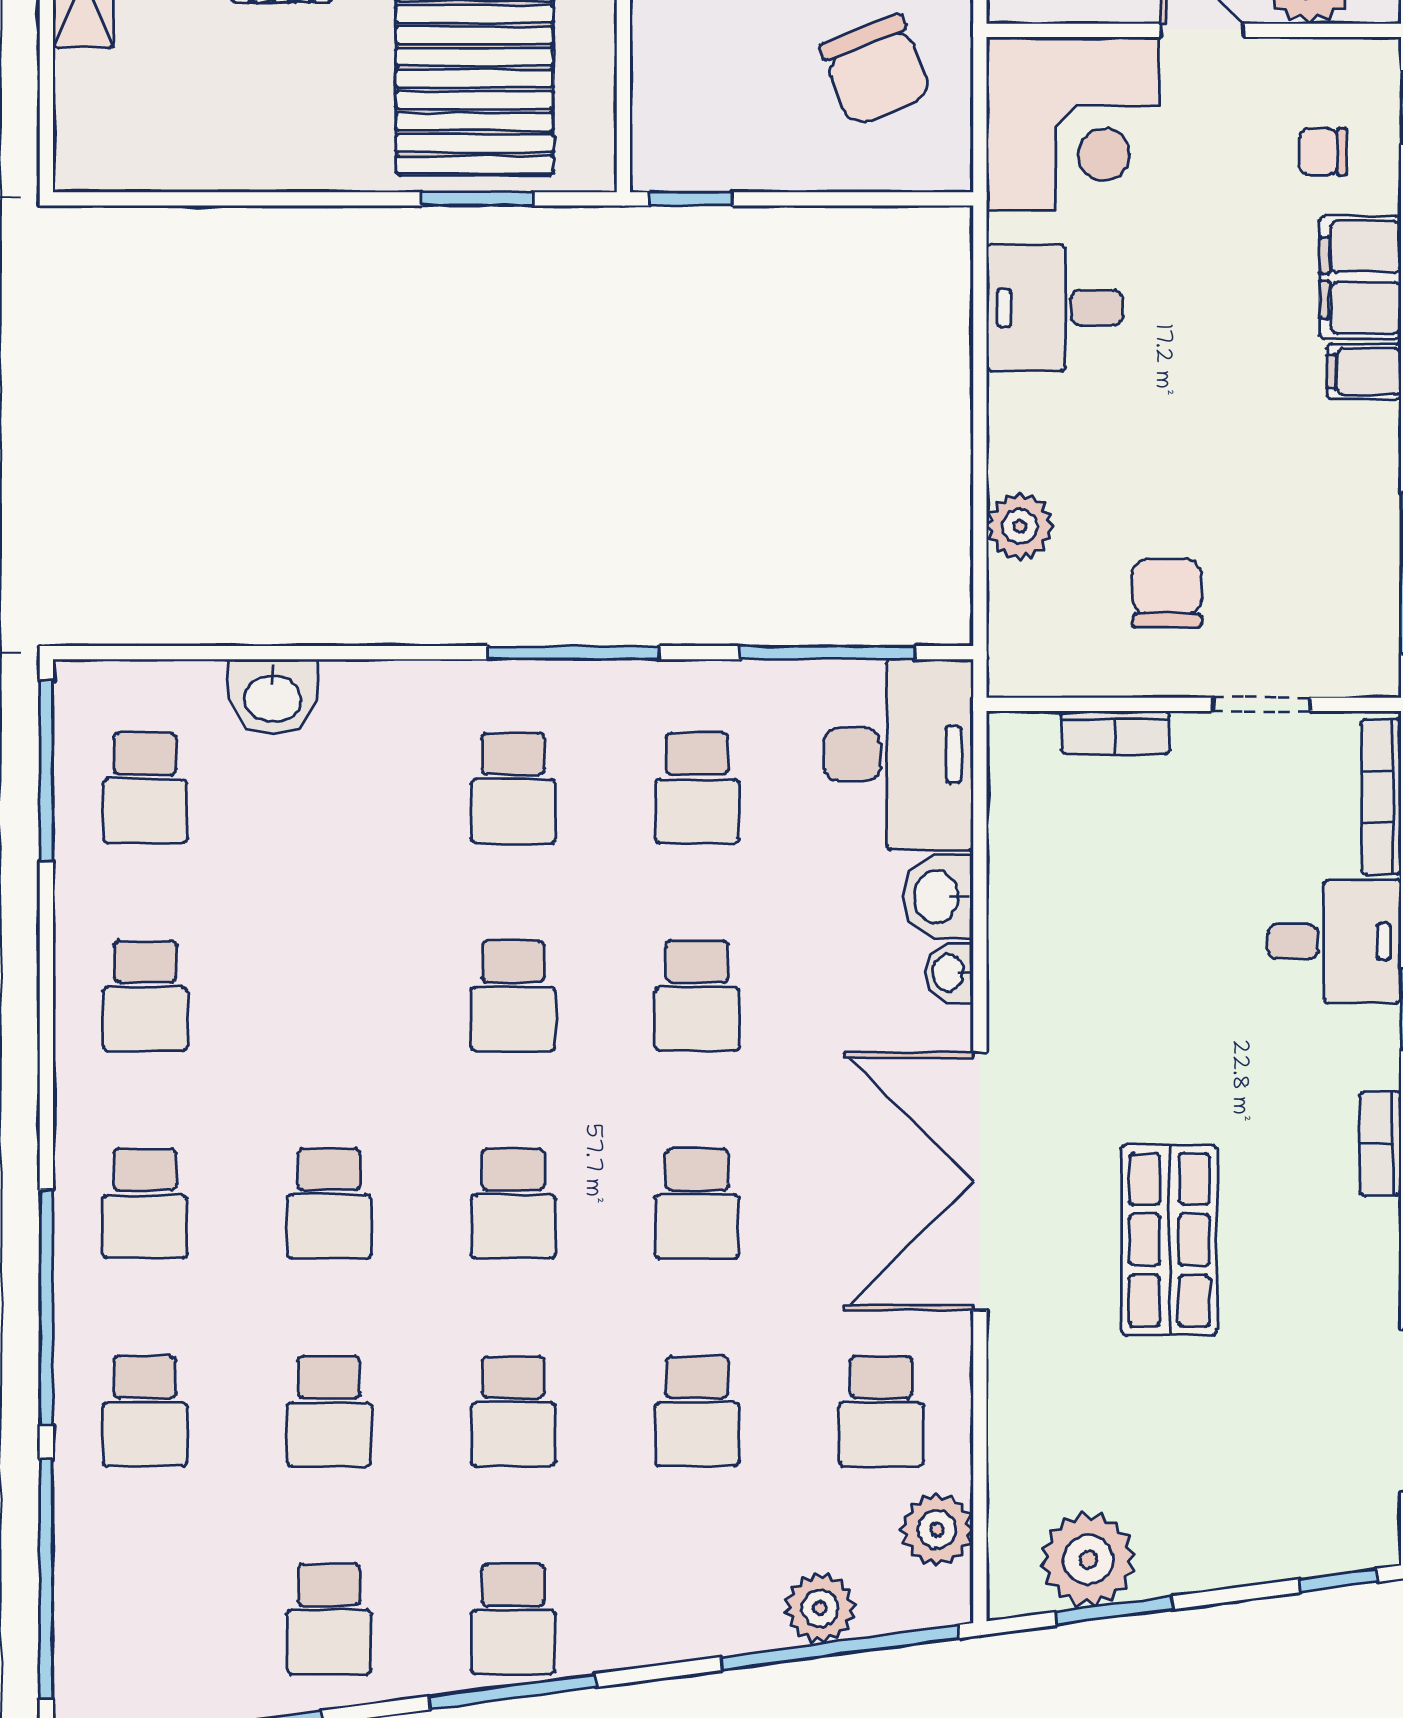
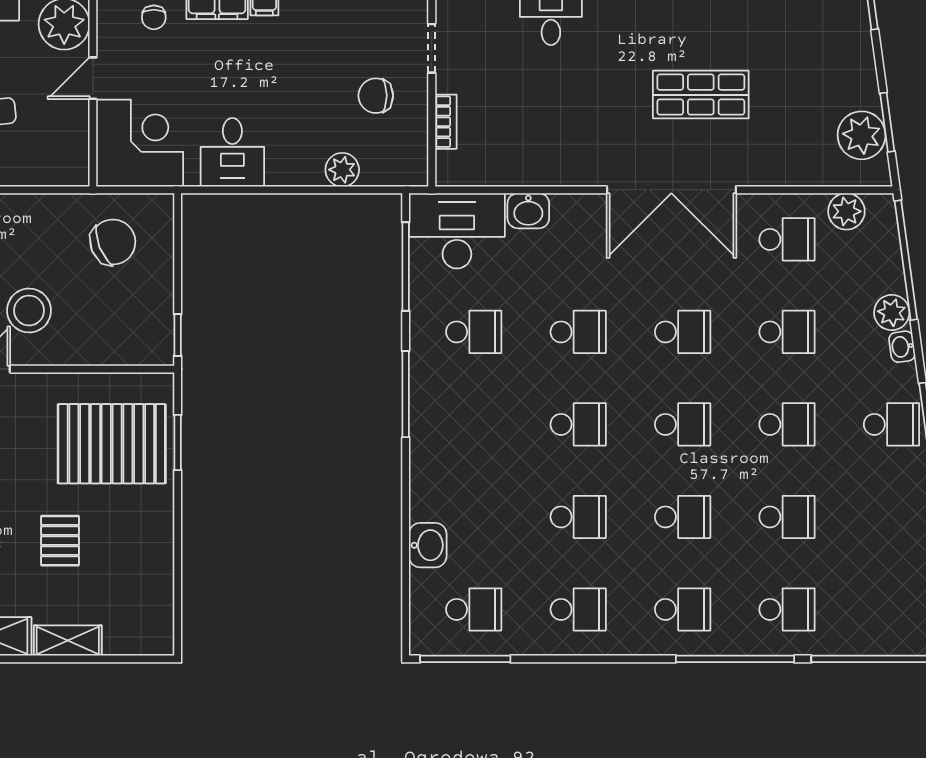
school desk: (513, 788) -> (578, 517), moved
washbasin: (949, 973) -> (902, 347), moved, turned 82
plant: (820, 1608) -> (892, 313), moved
school desk: (329, 1619) -> (891, 517), removed

